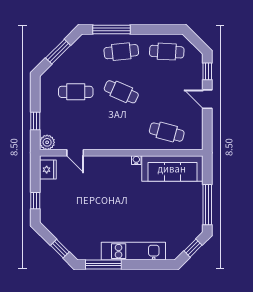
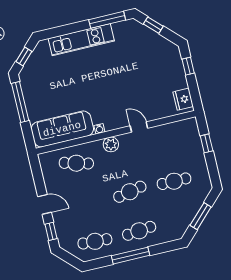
window: (111, 29) -> (131, 256), moved
cafe table: (121, 92) -> (130, 192), turned -36
plant: (47, 142) -> (111, 144), moved
door: (75, 153) -> (139, 127), moved

